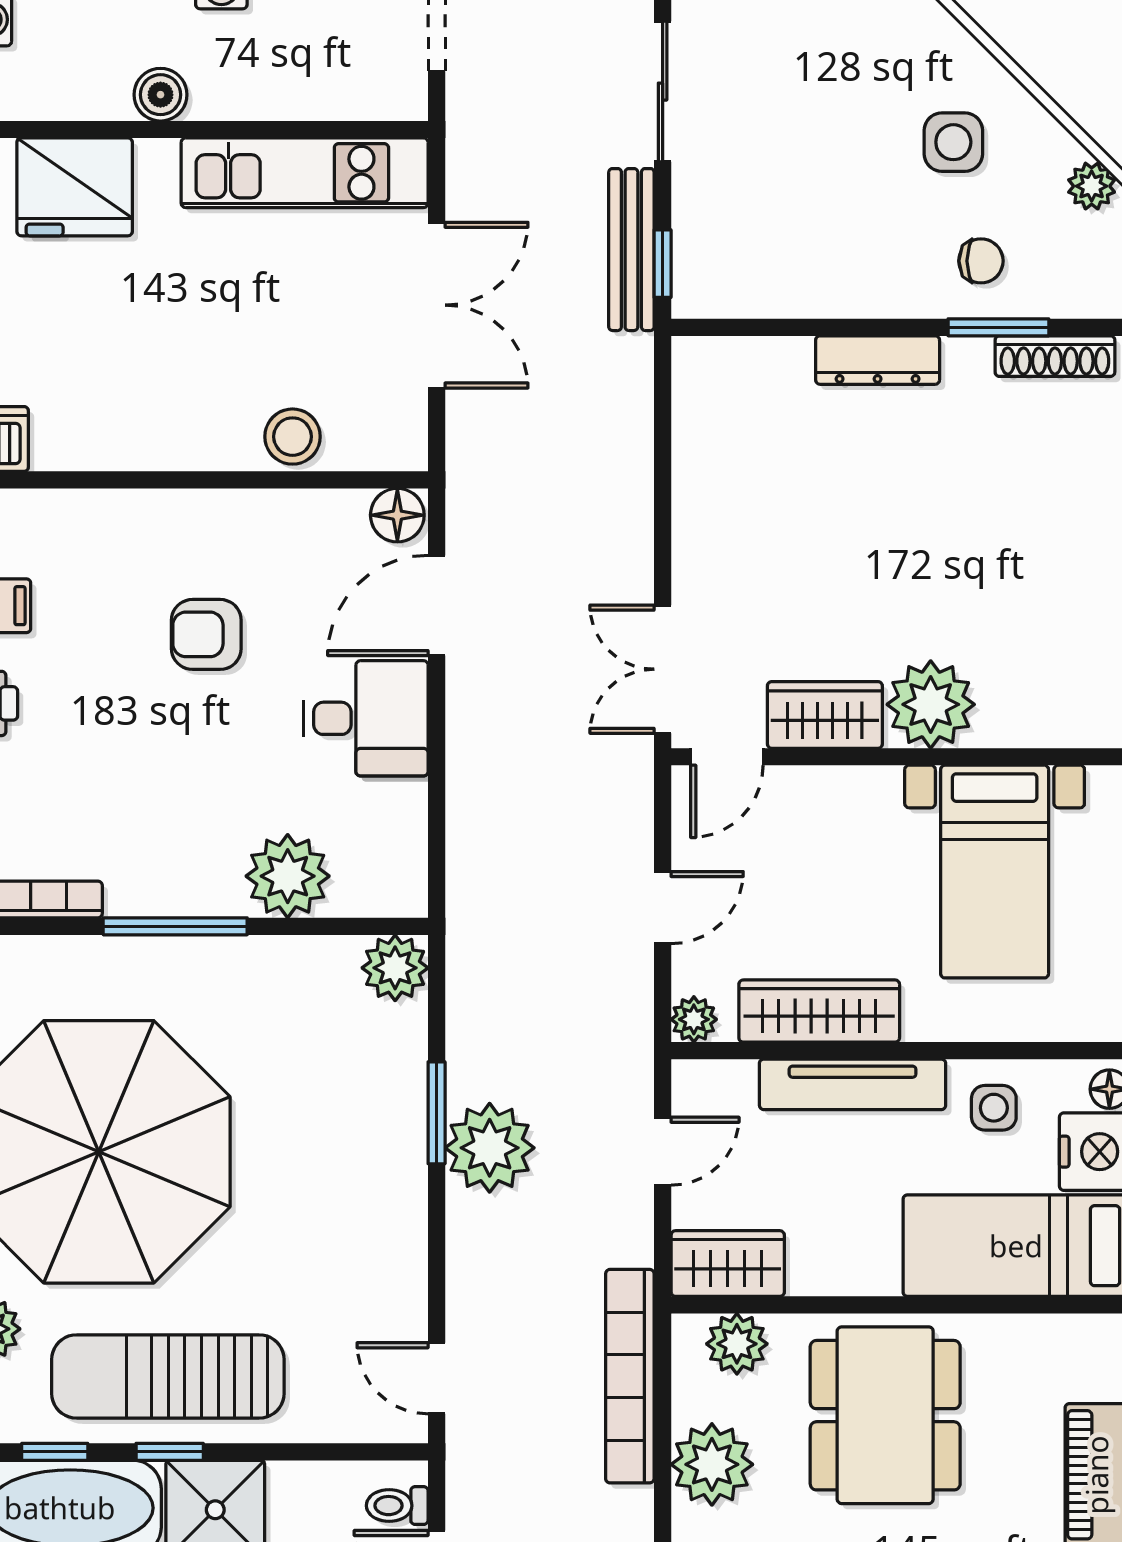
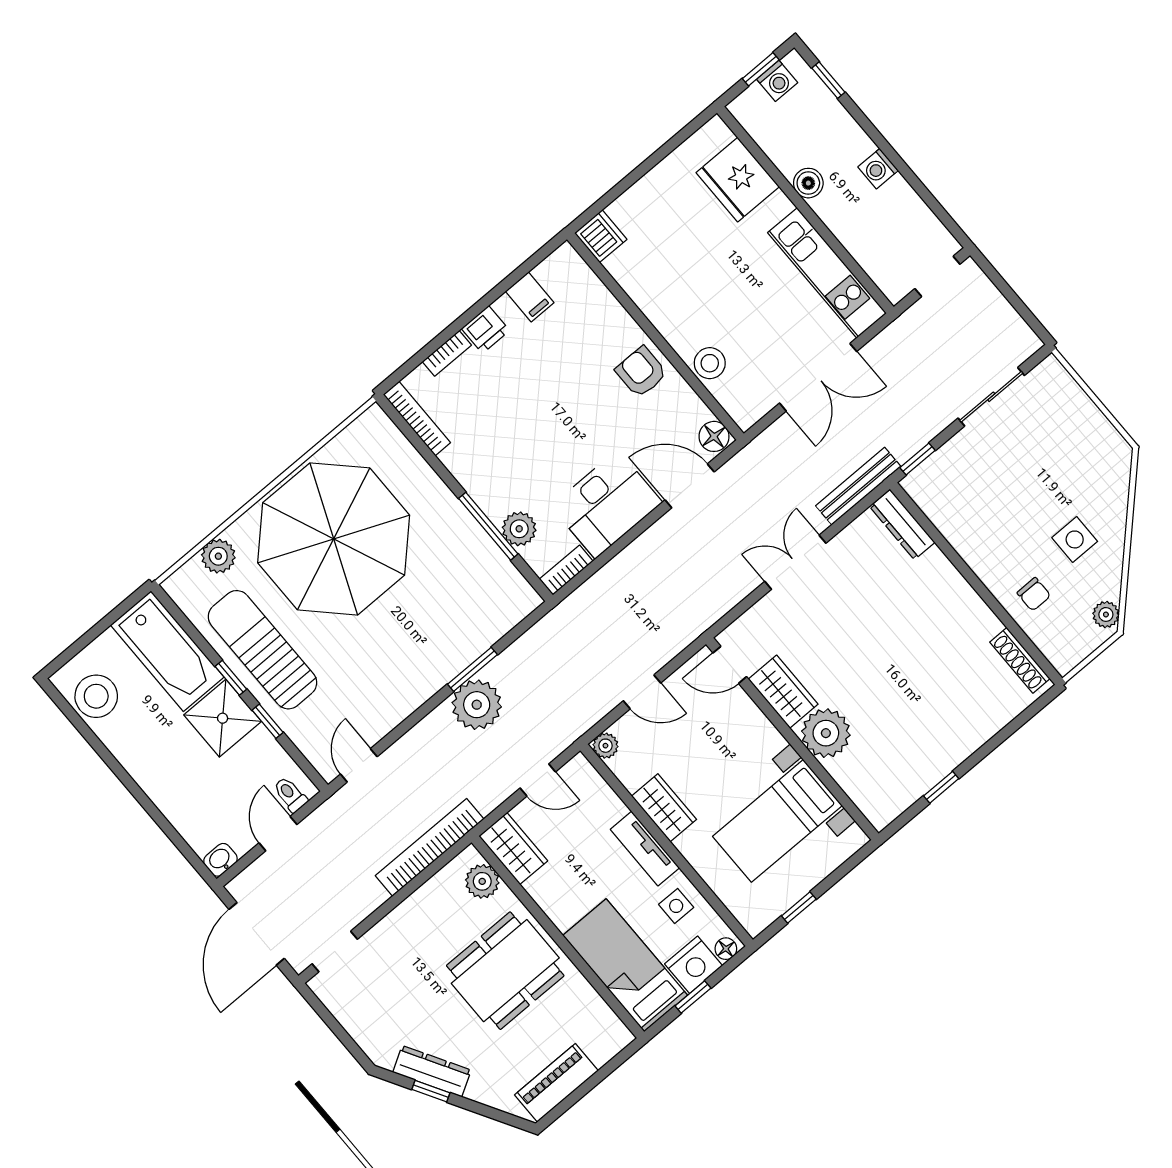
bench: (631, 250) -> (858, 486), moved
window: (998, 327) -> (1012, 626), removed
dresser: (878, 360) -> (902, 525), moved
armchair: (206, 634) -> (641, 372), moved
double door: (663, 669) -> (795, 562), moved
desk: (366, 718) -> (607, 504), width x1.37
bookcase: (409, 870) -> (566, 570), added
plant: (288, 876) -> (519, 529), width x0.73, depth x0.73
window: (175, 926) -> (488, 526), moved
plant: (395, 968) -> (519, 599), removed
wardrobe: (819, 1011) -> (664, 808), width x0.67
tv unit: (853, 1084) -> (645, 849), width x0.71
window: (55, 1452) -> (268, 721), moved
plant: (712, 1464) -> (422, 914), removed

